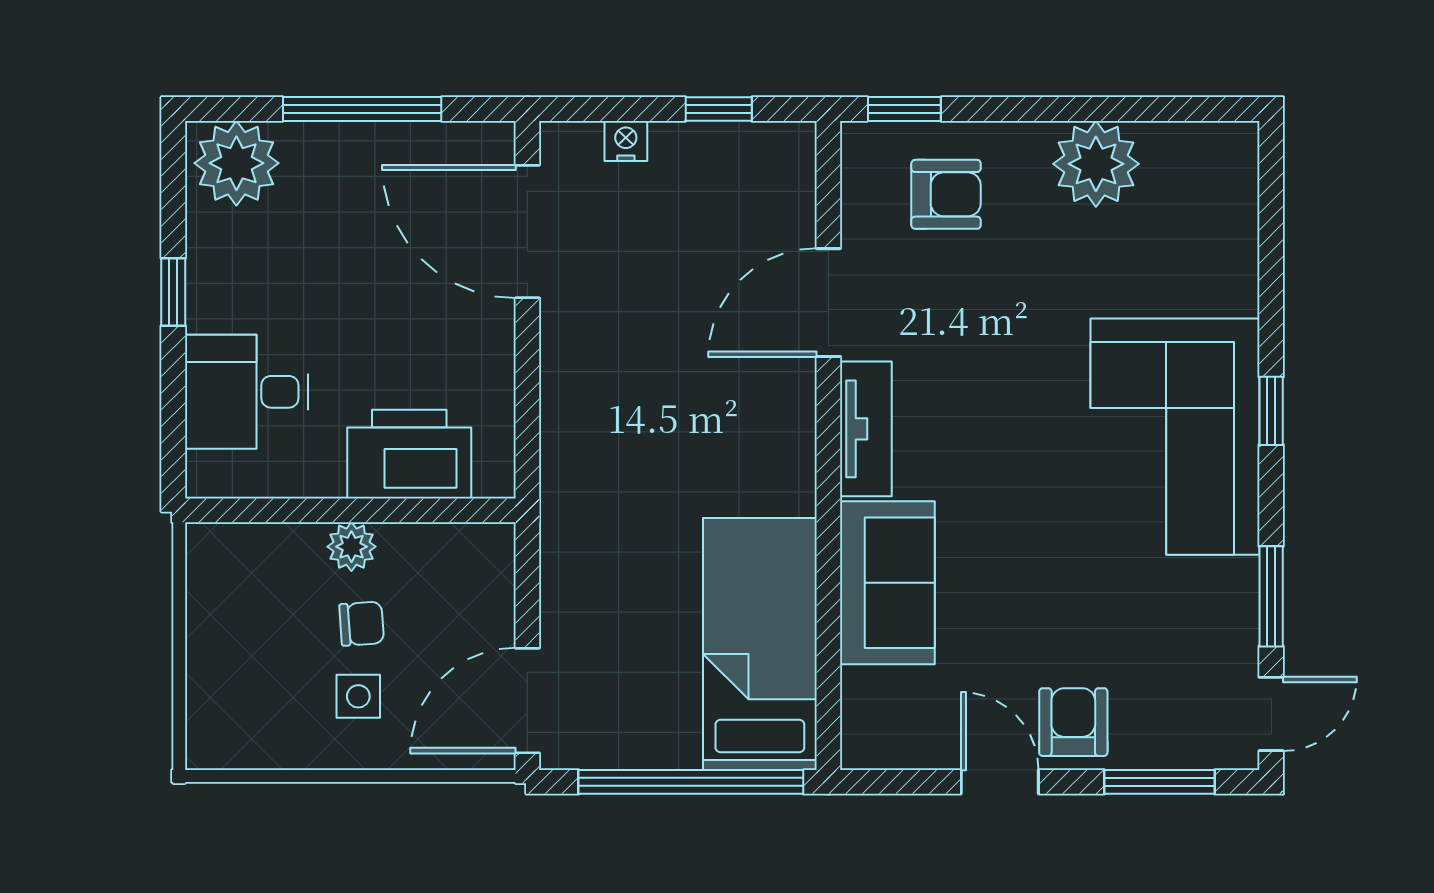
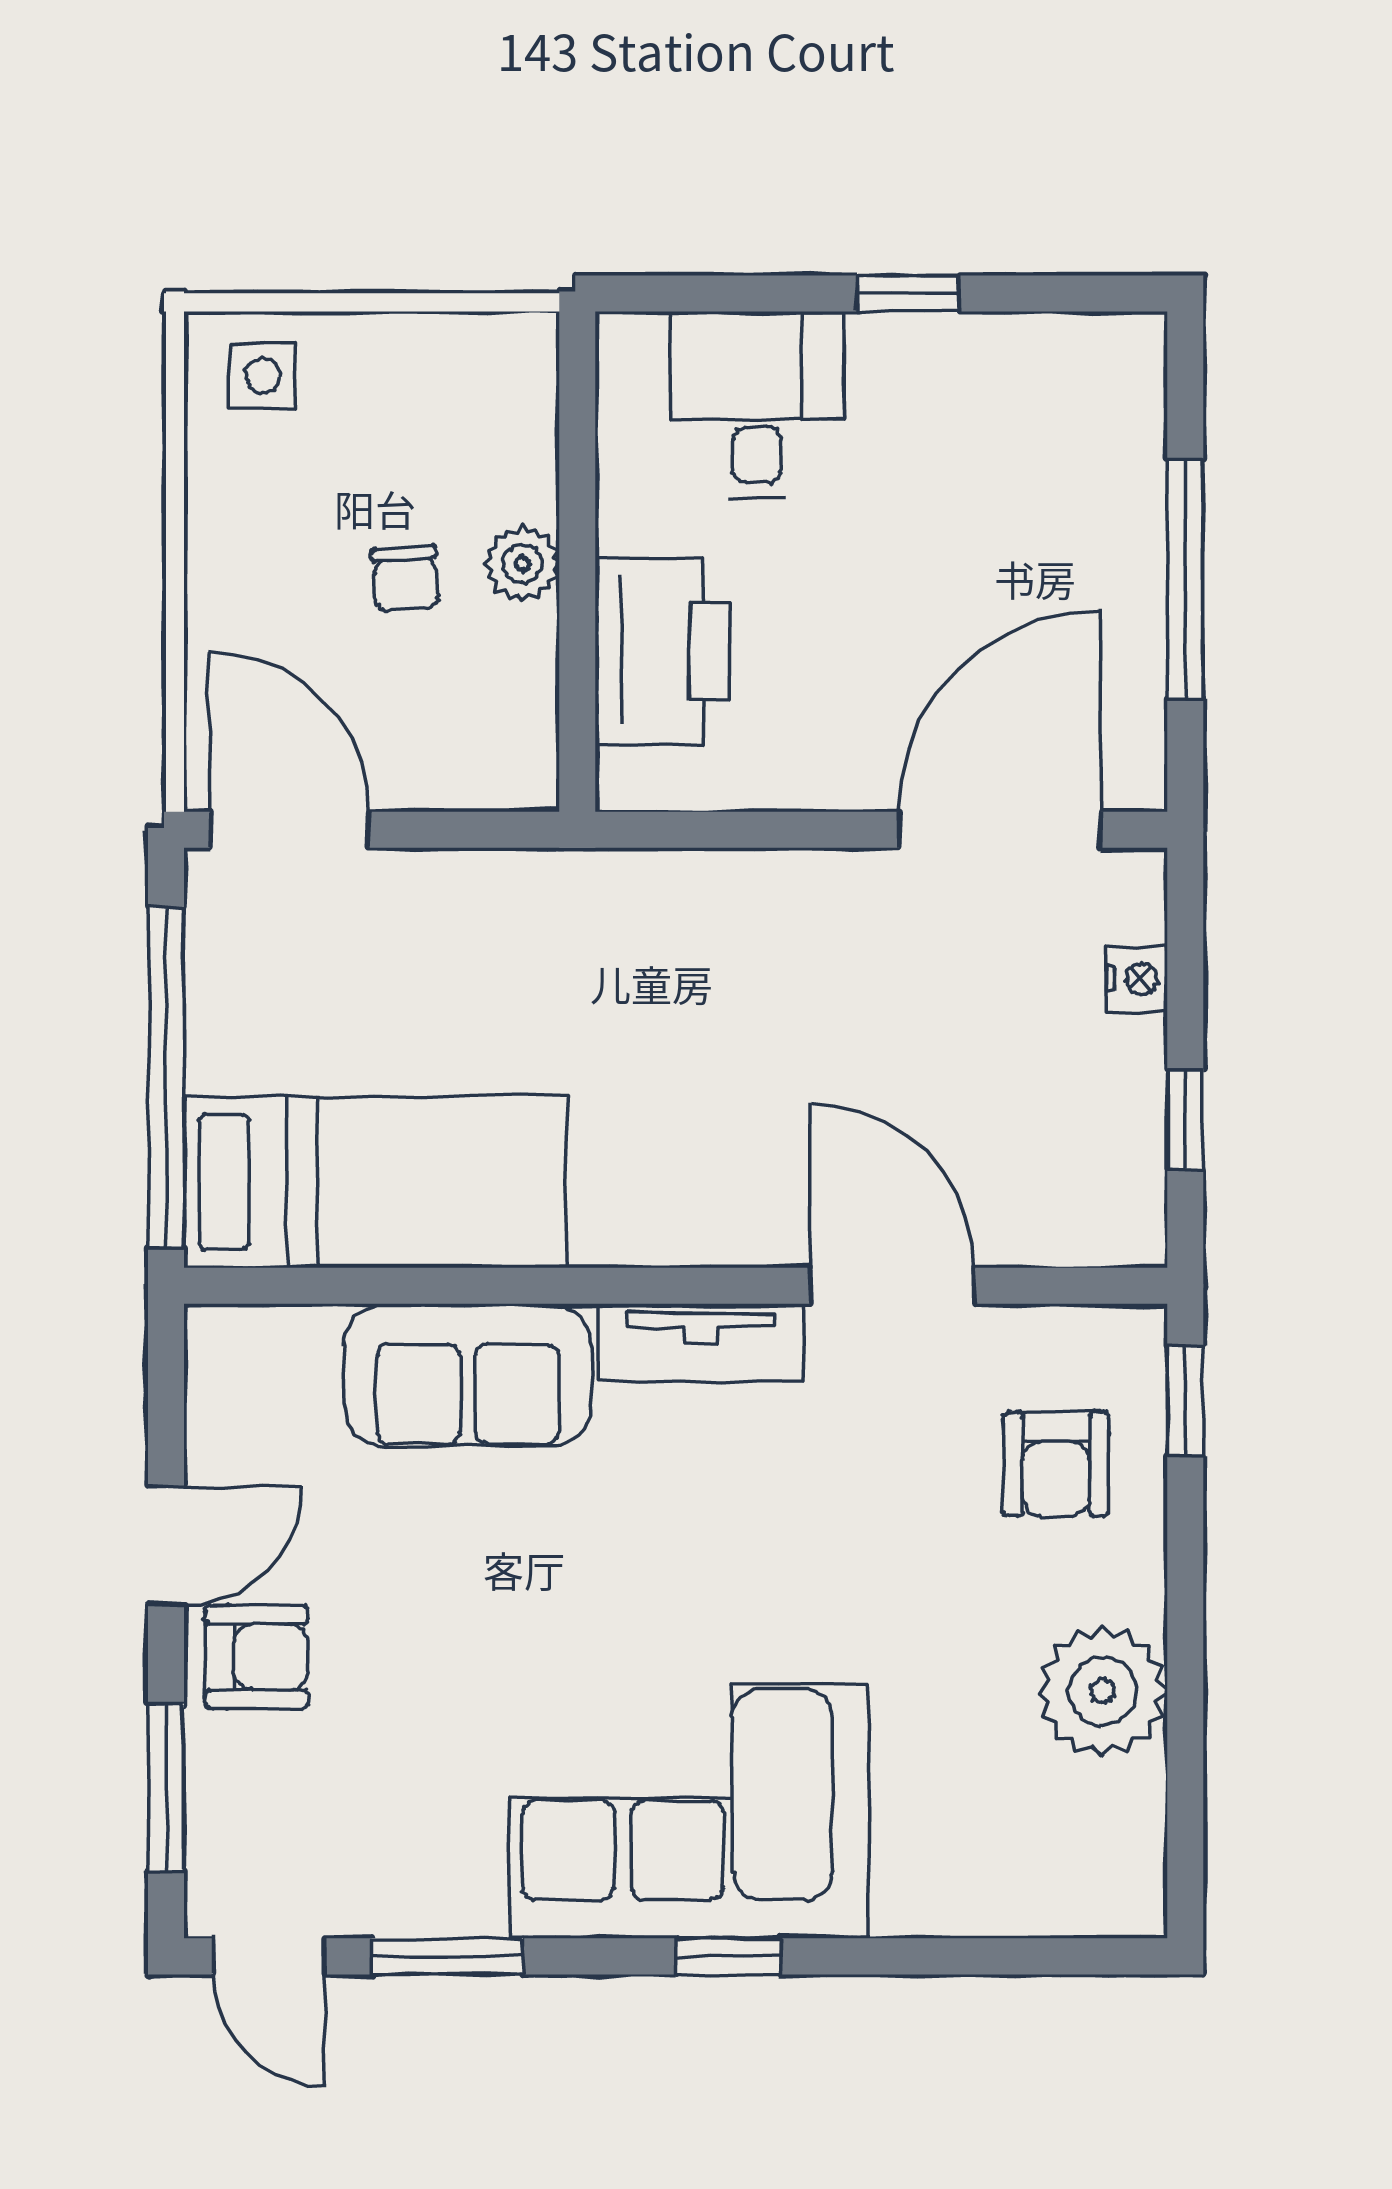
plant: (236, 163) -> (1103, 389), removed
side table: (358, 696) -> (263, 376), moved

